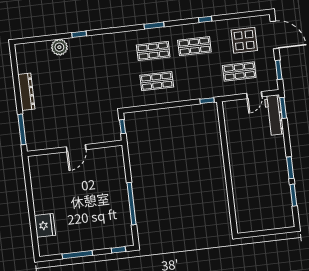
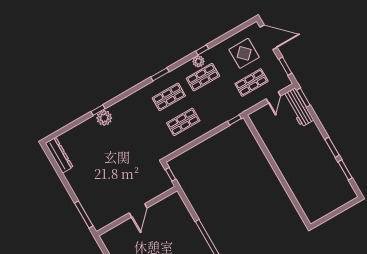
plant: (197, 29) -> (198, 61), added
plant: (59, 47) -> (104, 118), moved
dresser: (26, 92) -> (59, 155), moved

